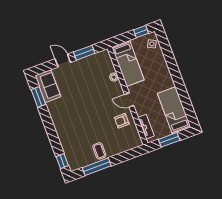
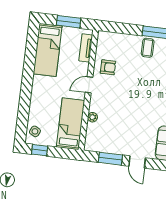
door: (129, 100) -> (89, 85), swing flipped

